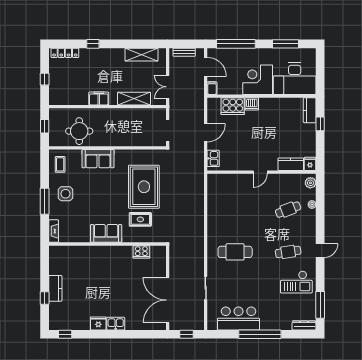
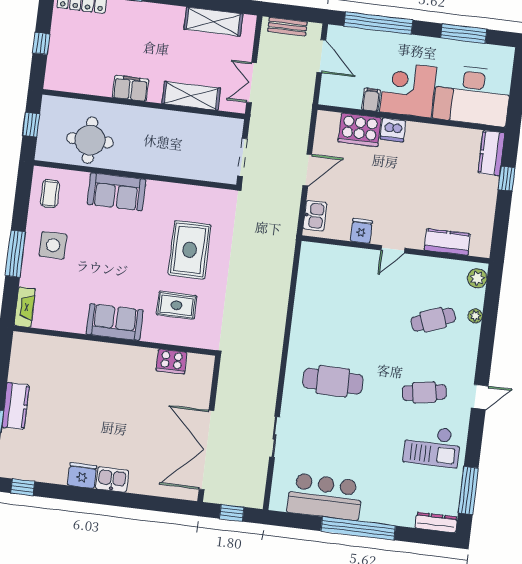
filing cabinet: (212, 88) -> (371, 100), moved
fridge: (310, 164) -> (361, 231), moved
rug: (144, 187) -> (190, 250), width x0.73, depth x0.69

